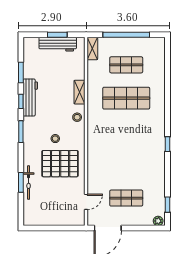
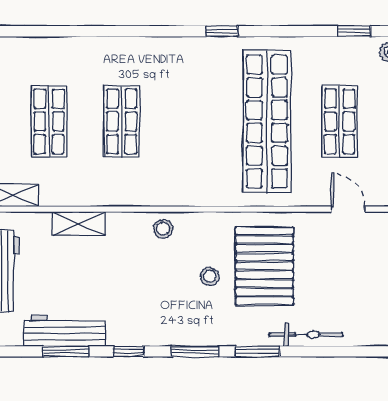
shelving: (79, 92) -> (79, 223), moved
workbench: (30, 98) -> (65, 331), moved
shop shelf: (126, 98) -> (122, 121), width x0.70, depth x0.74
shop shelf: (126, 165) -> (267, 121), added
window: (21, 182) -> (257, 351), moved

